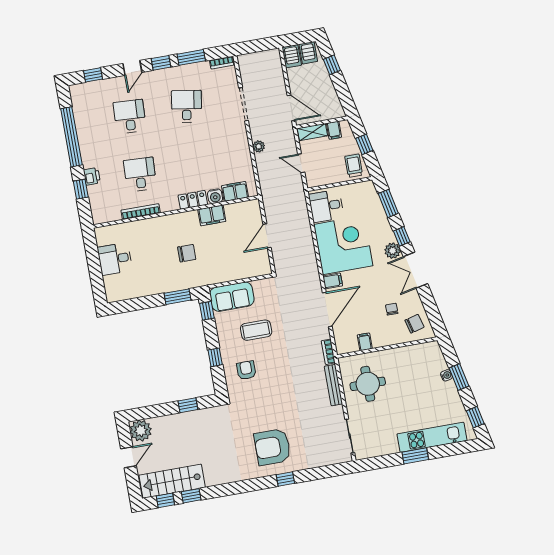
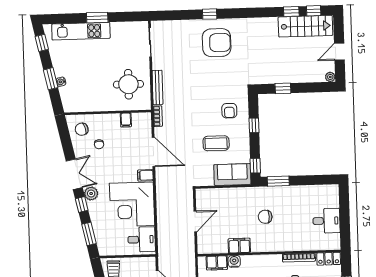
locker: (193, 200) -> (329, 259), moved
door: (327, 310) -> (153, 152), swing flipped
plant: (141, 431) -> (330, 77), width x0.53, depth x0.53

